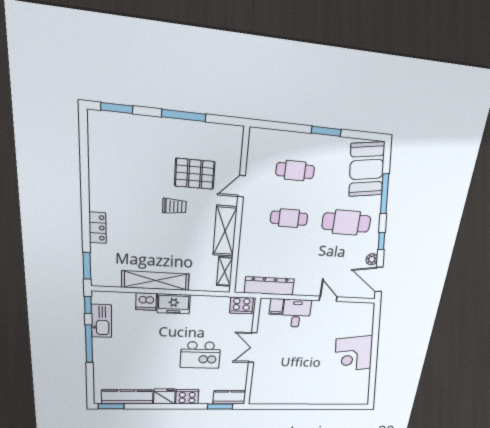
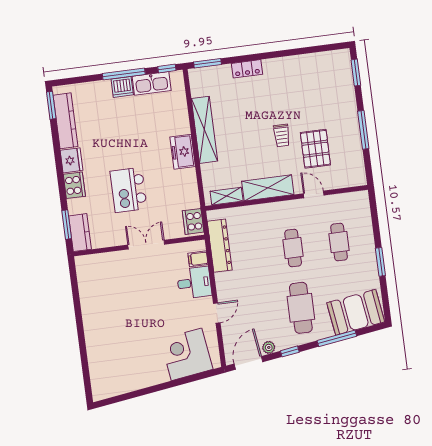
dishwasher: (146, 302) -> (122, 87), moved, turned -90
corner desk: (354, 354) -> (187, 354), moved

